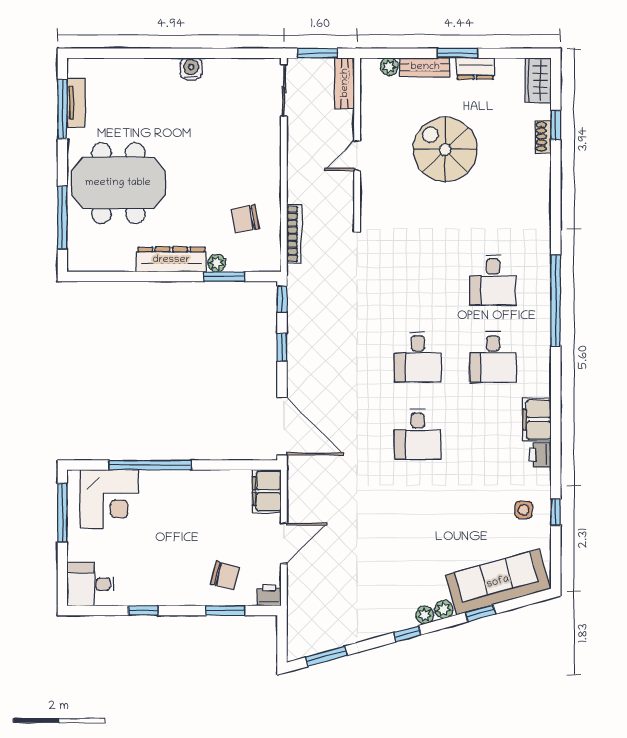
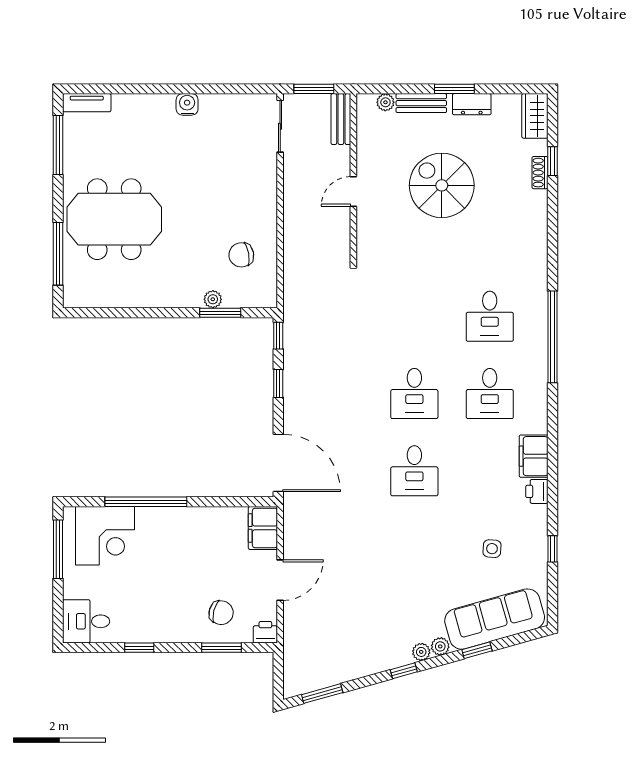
tv unit: (76, 103) -> (87, 103), moved, turned 90
bookcase: (294, 234) -> (290, 270), removed
dresser: (171, 260) -> (167, 296), removed
side table: (524, 510) -> (492, 549), moved

